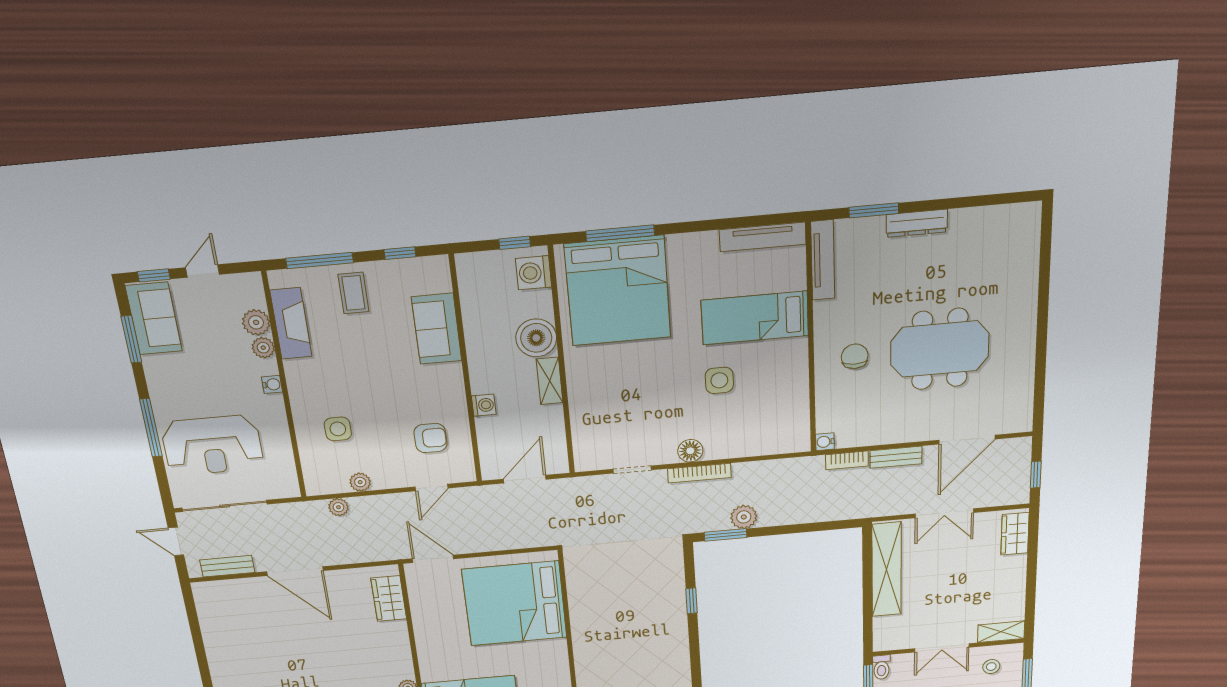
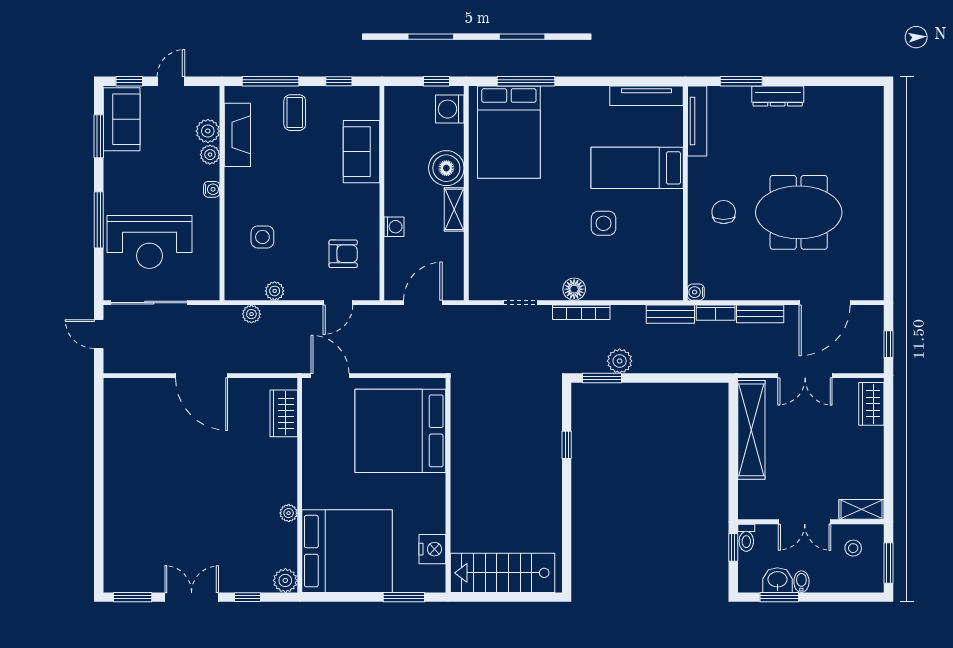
bed: (618, 291) -> (509, 132), width x0.73
bench: (227, 566) -> (670, 314), moved

